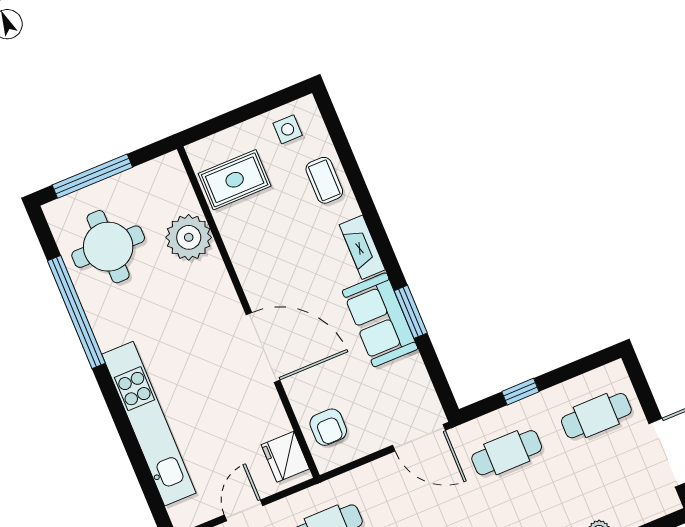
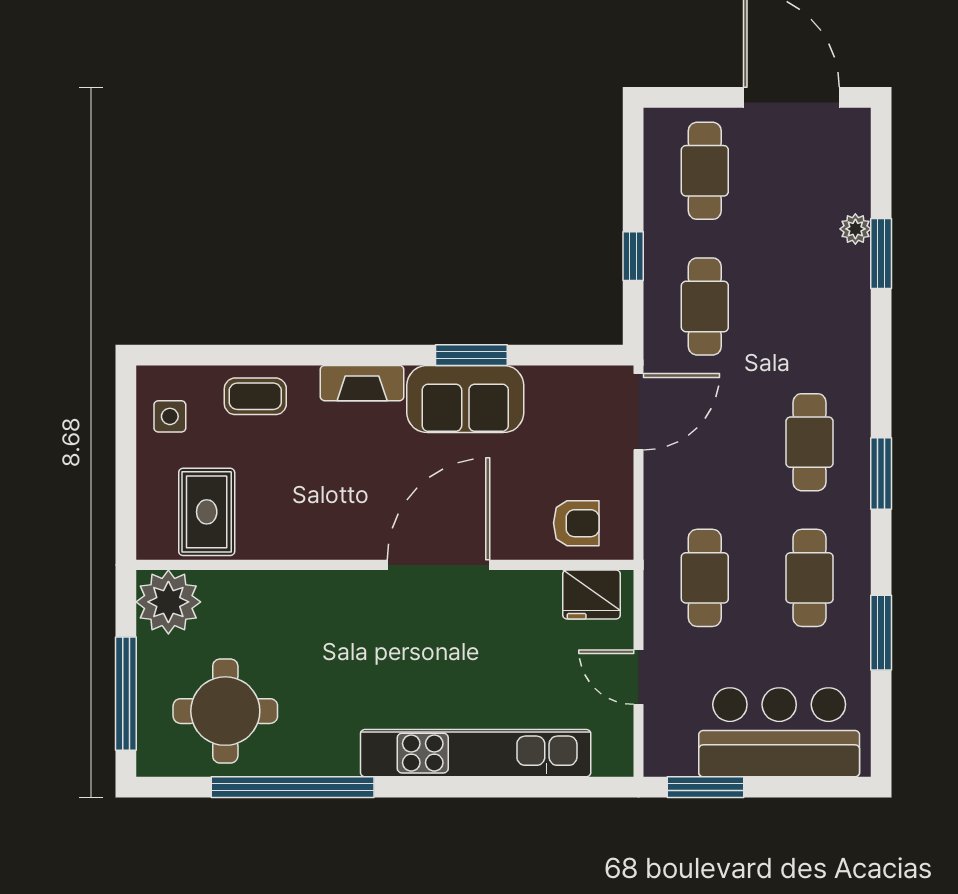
plant: (189, 237) -> (168, 602), moved

